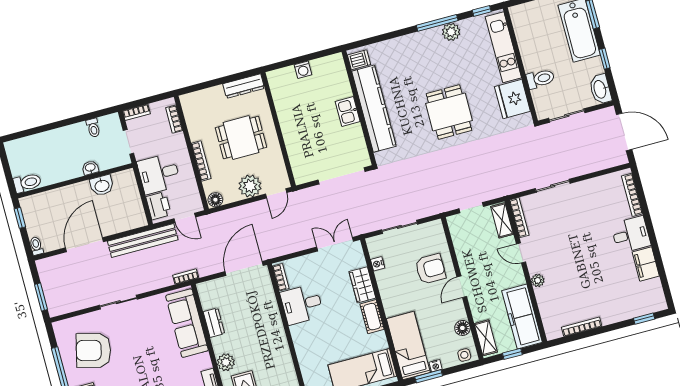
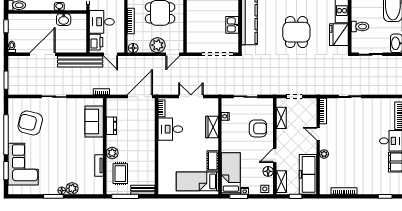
kitchen sink: (348, 112) -> (232, 25), moved
shelving: (502, 220) -> (281, 118), moved
double door: (335, 244) -> (191, 97), moved
door: (462, 287) -> (275, 155), moved
cot: (372, 317) -> (213, 161), moved
sofa: (187, 323) -> (94, 121), width x0.73

